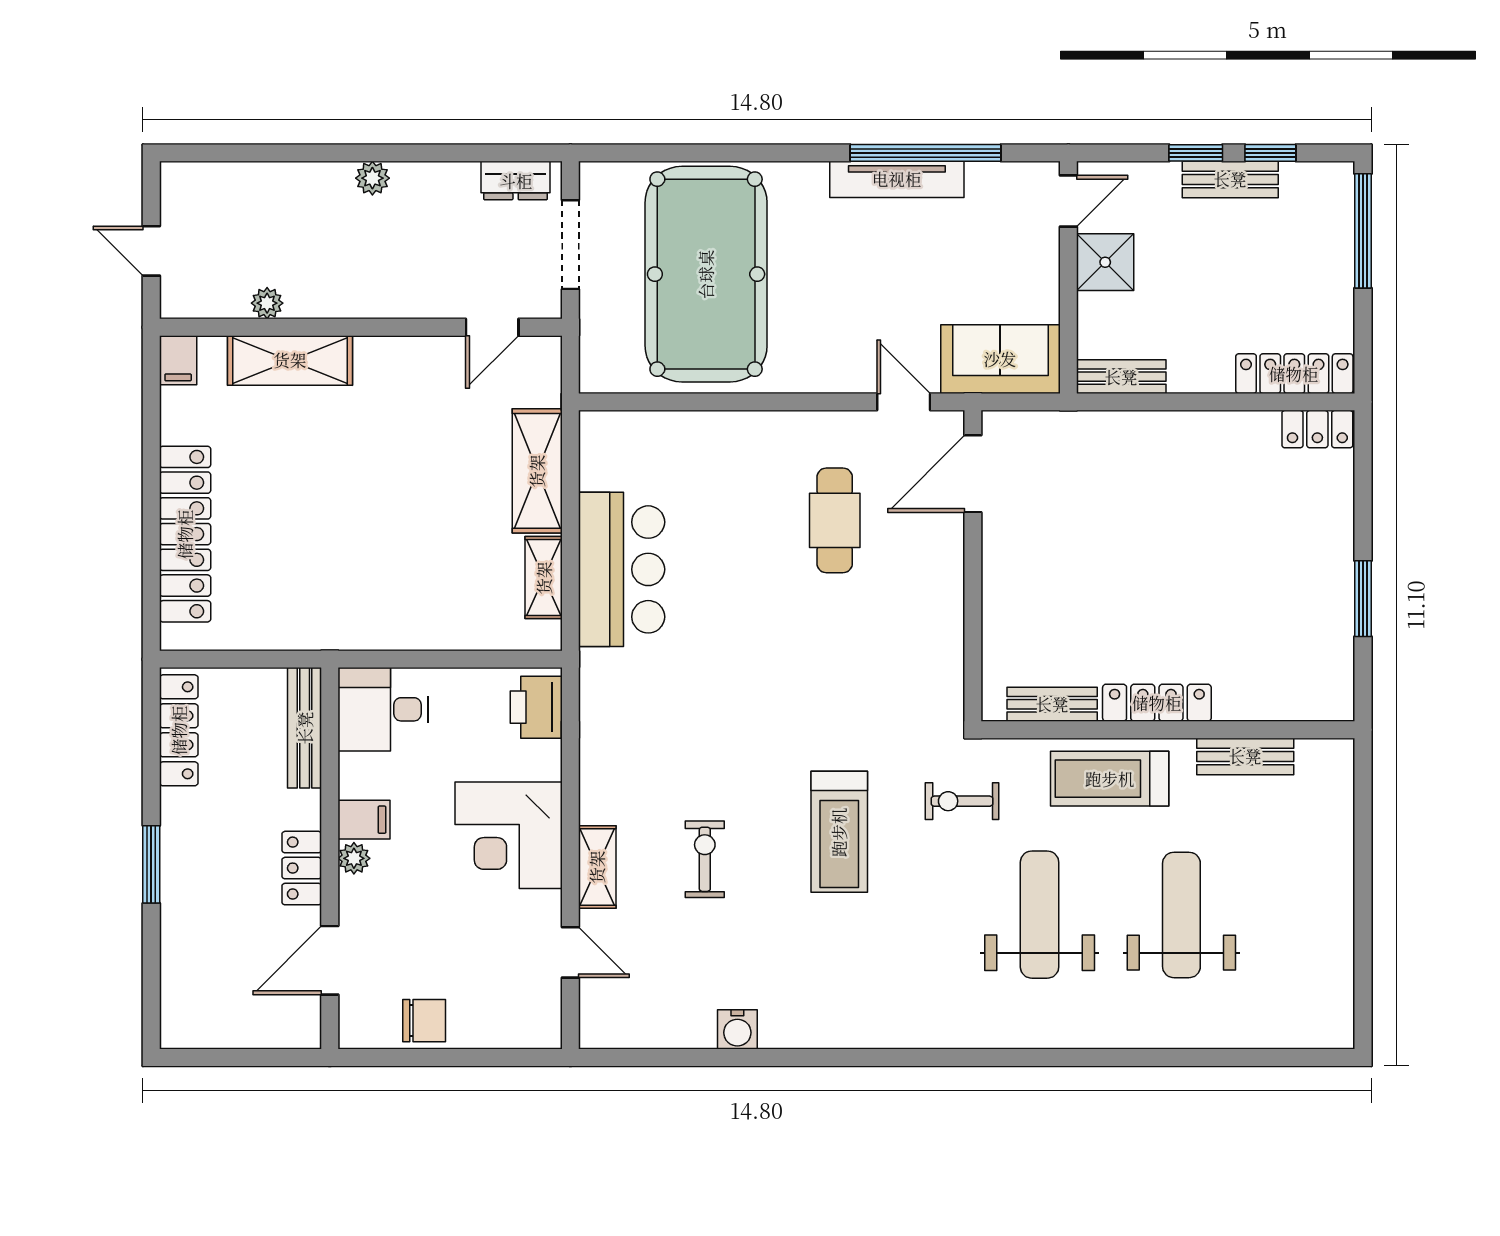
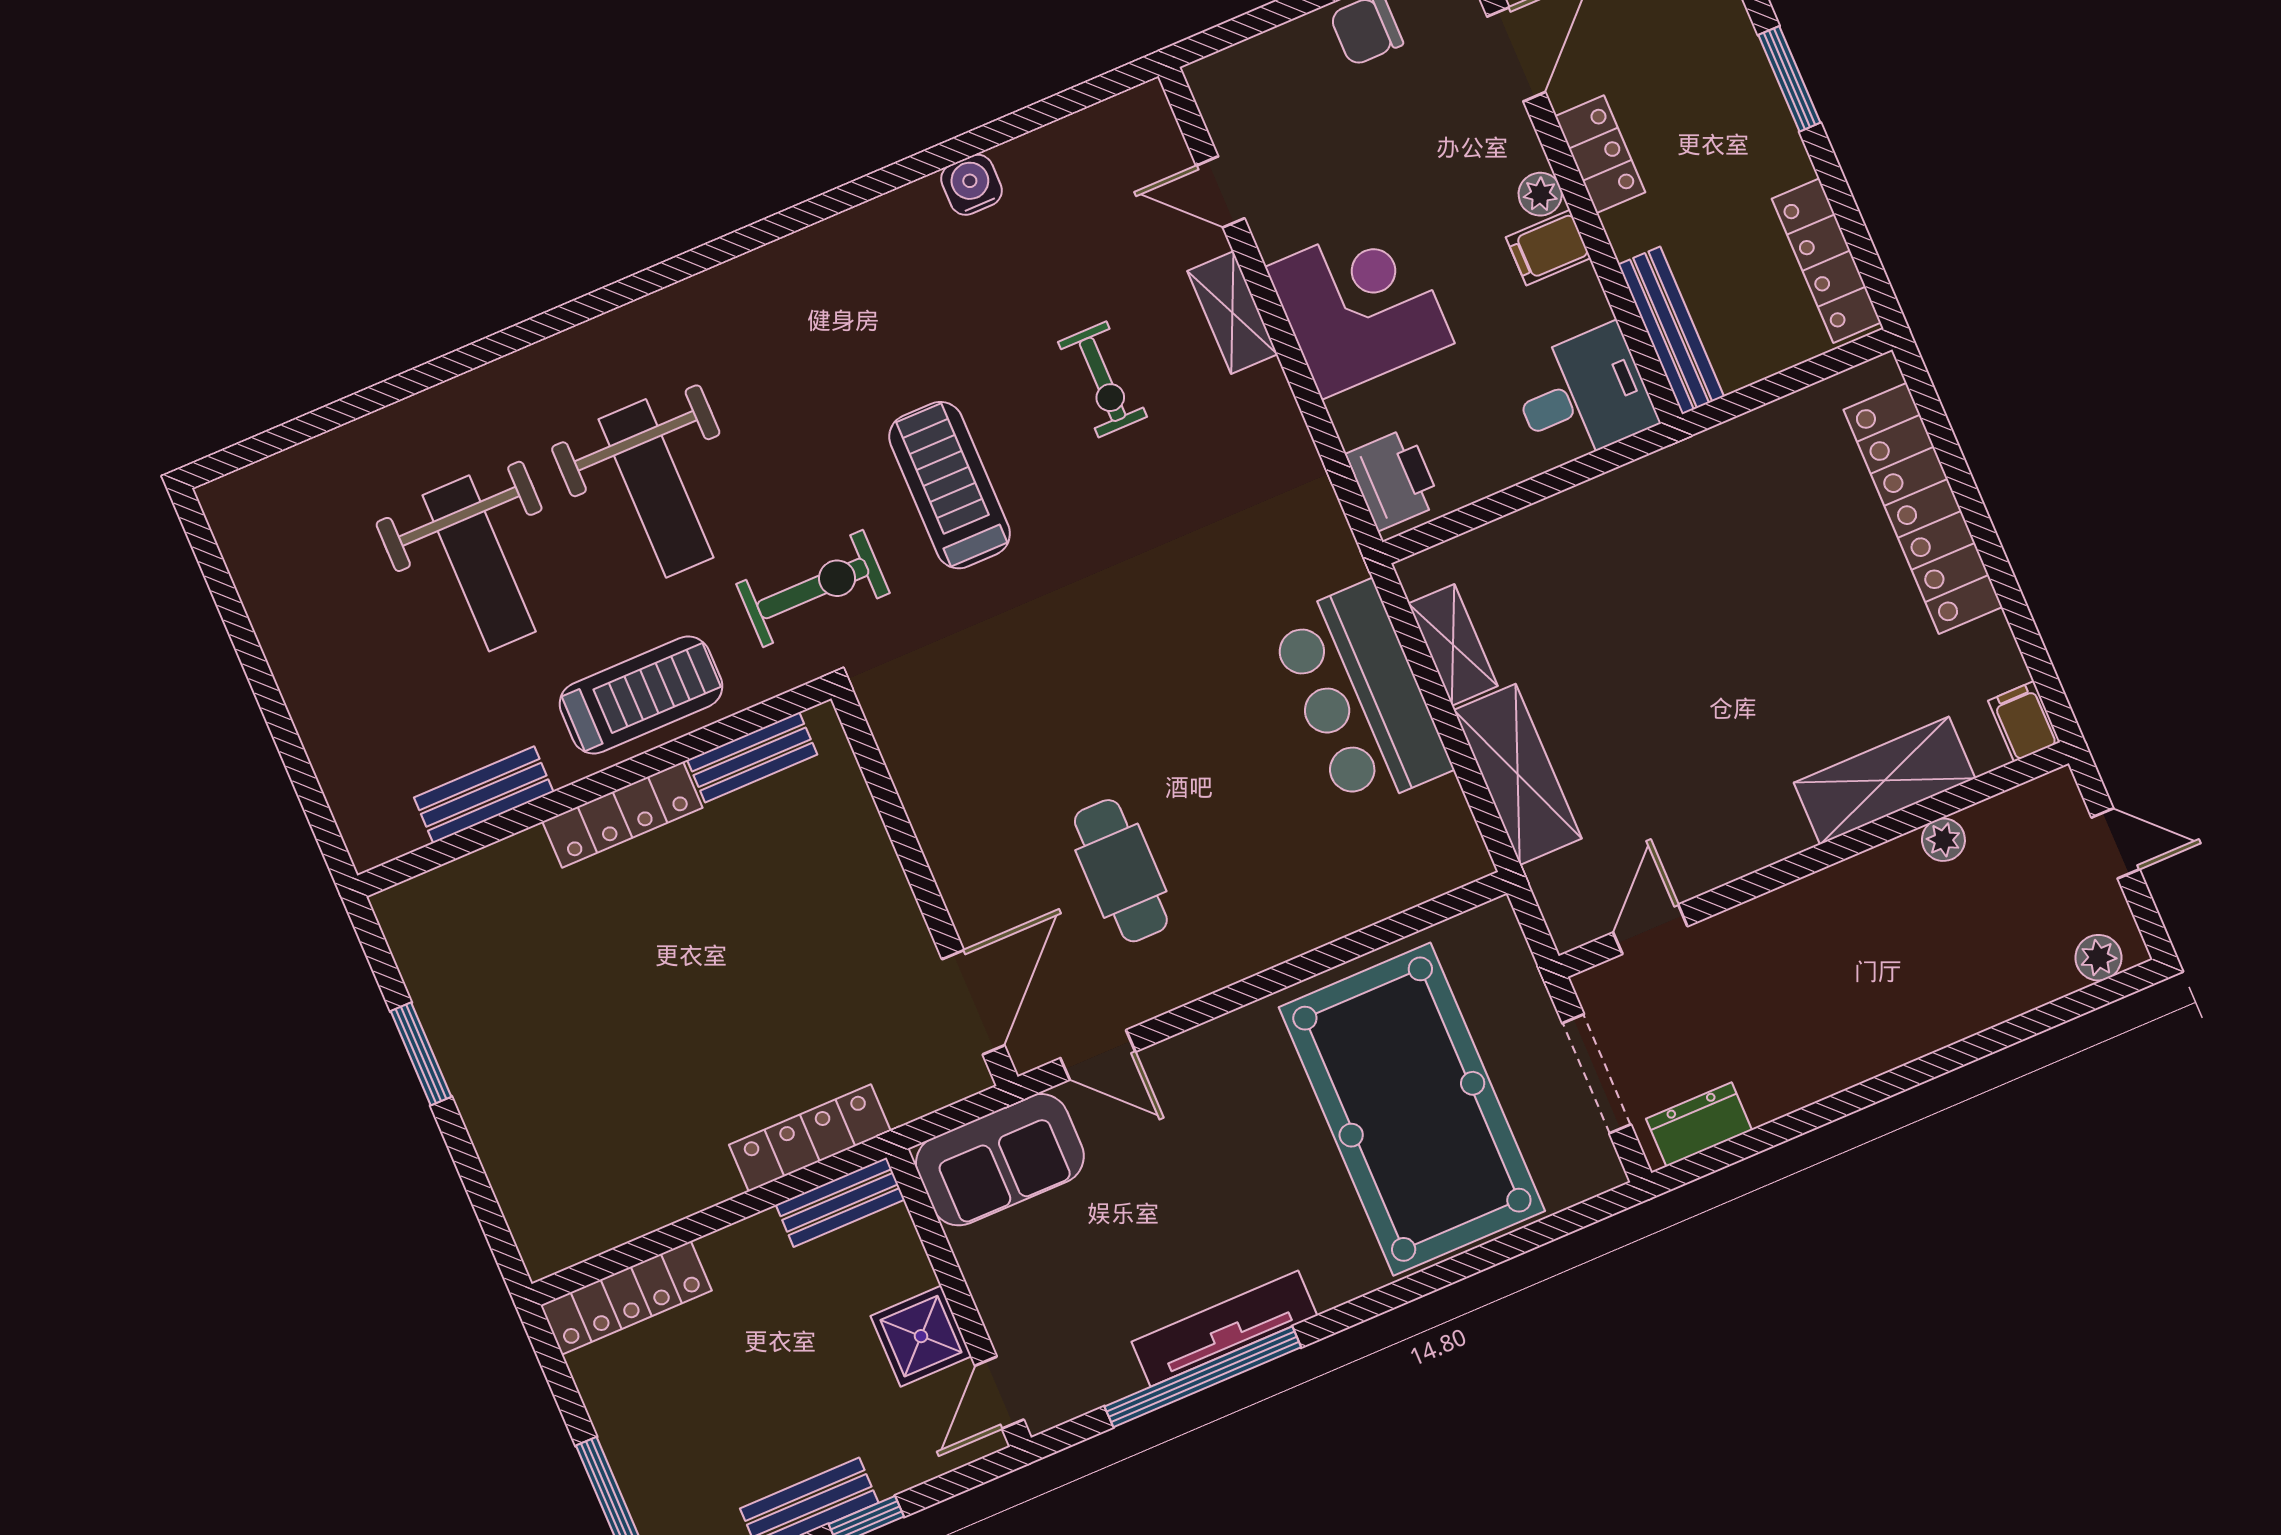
plant: (372, 178) -> (2098, 958), moved
locker: (1317, 429) -> (810, 1138), moved, width x1.53
exercise bike: (962, 801) -> (813, 589), width x1.38, depth x1.39

